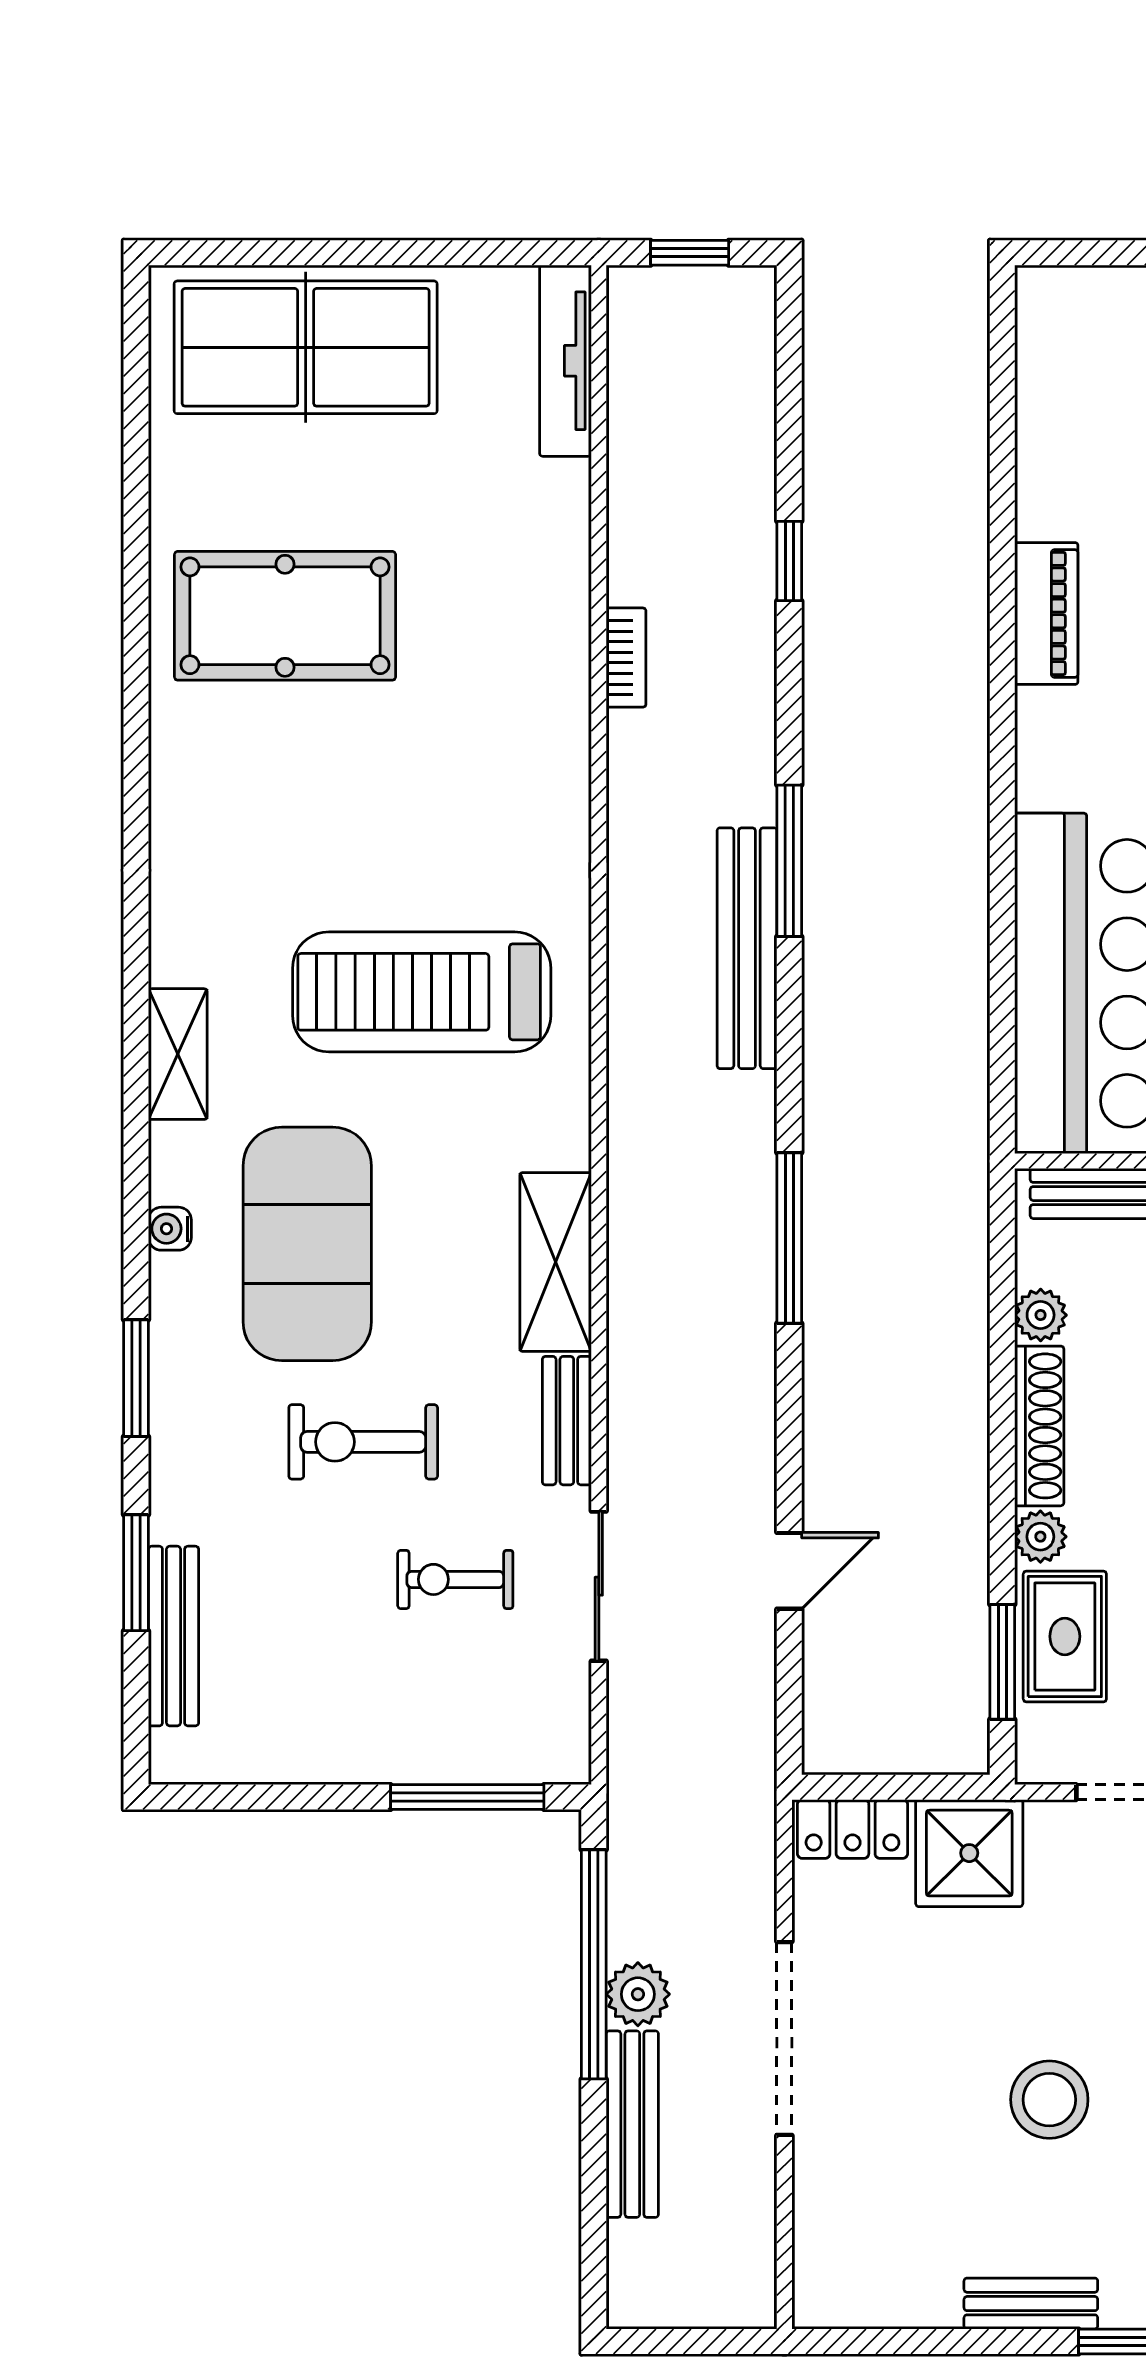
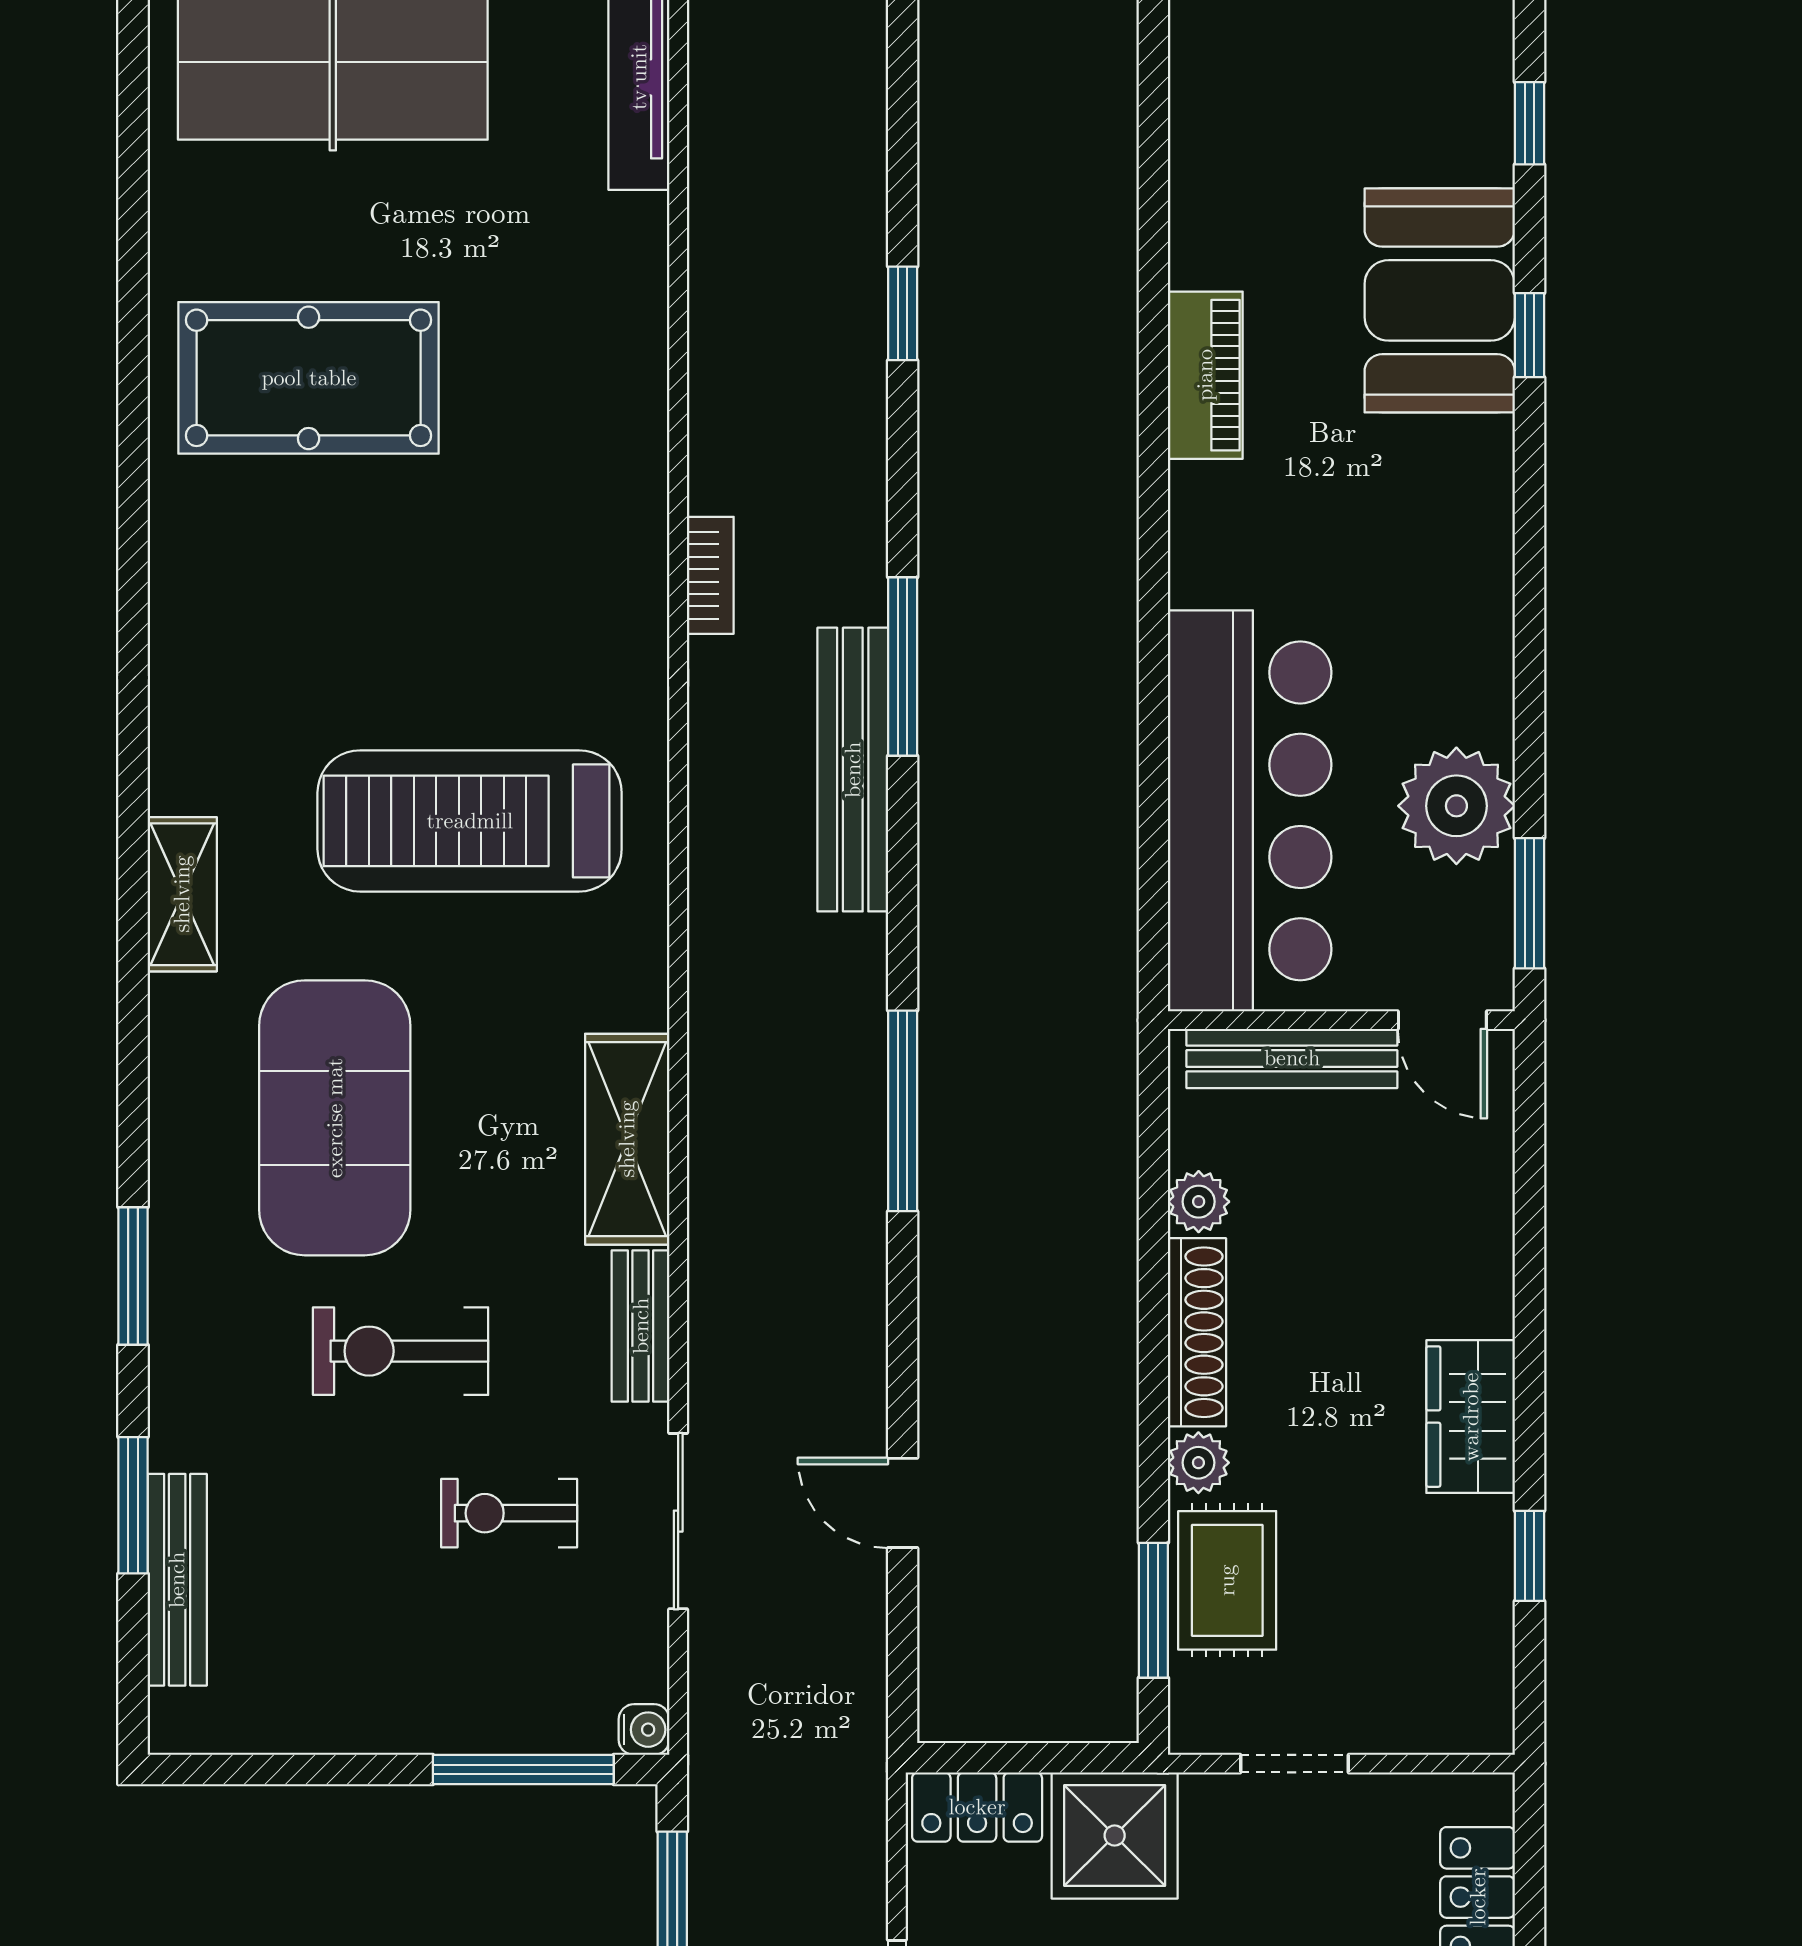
bookcase: (626, 658) -> (710, 575), moved
water cooler: (170, 1229) -> (644, 1730), moved, turned 180
door: (789, 1571) -> (903, 1503), swing flipped

